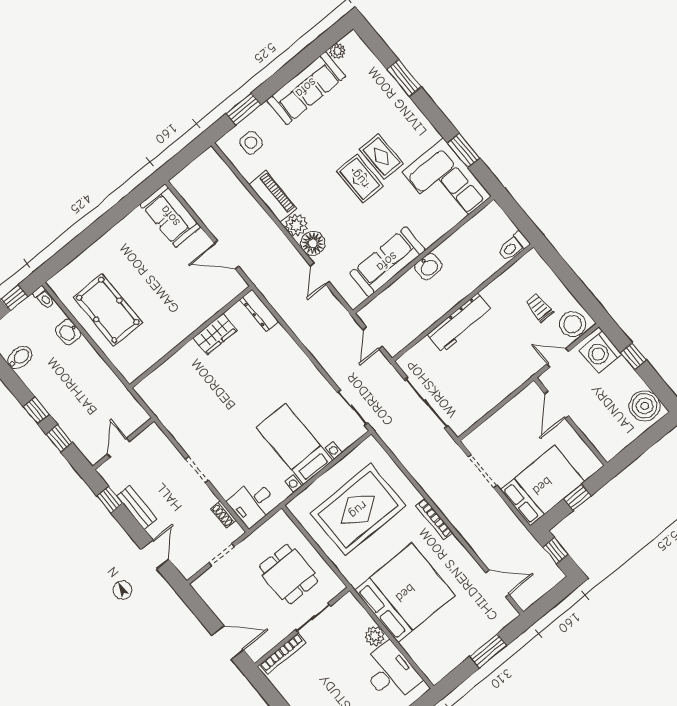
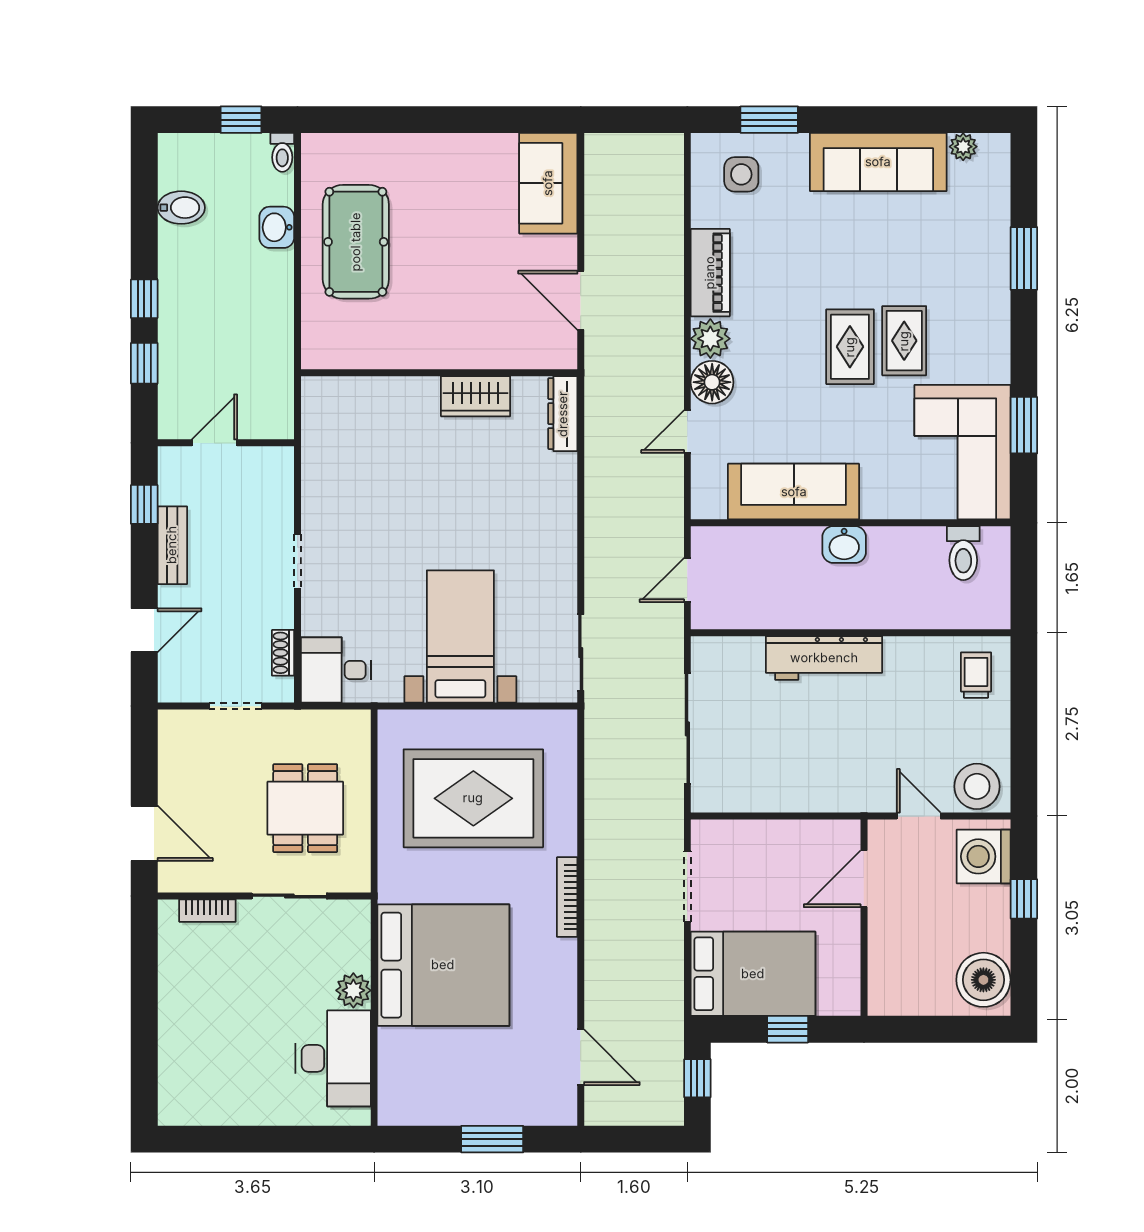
toilet: (513, 246) -> (963, 553), moved, turned -90
trolley: (539, 308) -> (976, 675), moved
bookcase: (283, 654) -> (207, 911), width x0.64

